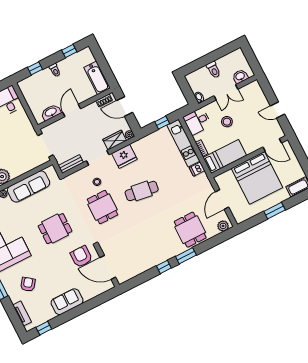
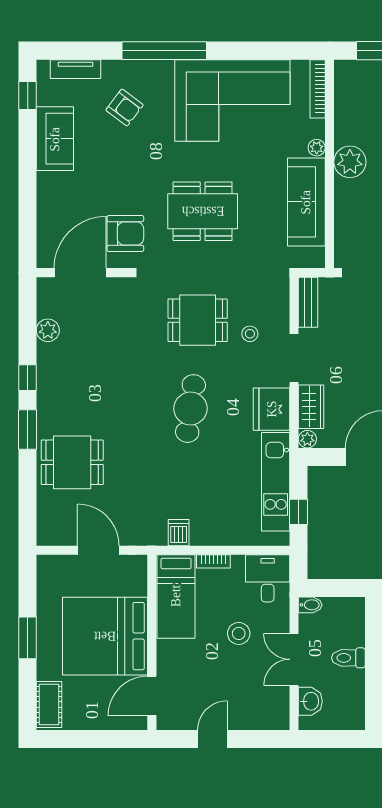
kitchen unit: (183, 143) -> (276, 482), moved, turned -90
plant: (223, 226) -> (48, 330), moved
dining table: (55, 229) -> (203, 211), width x1.38
sofa: (67, 302) -> (55, 139), moved

